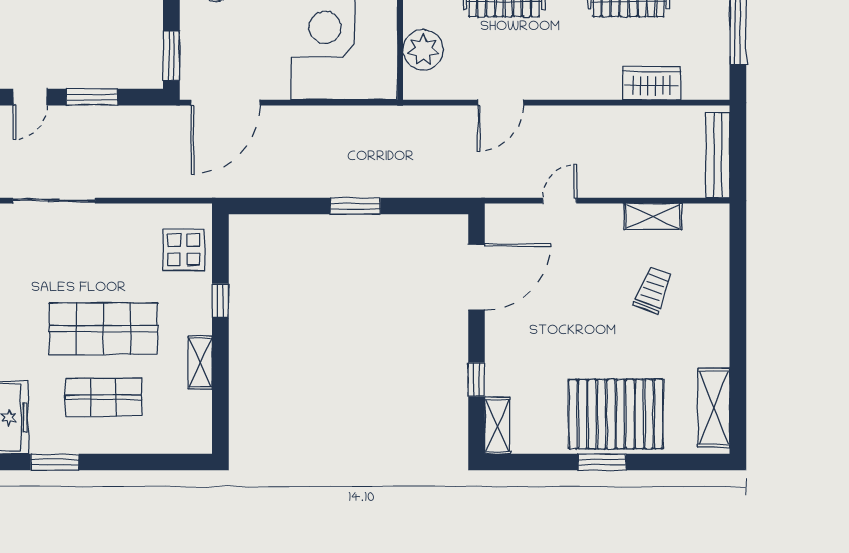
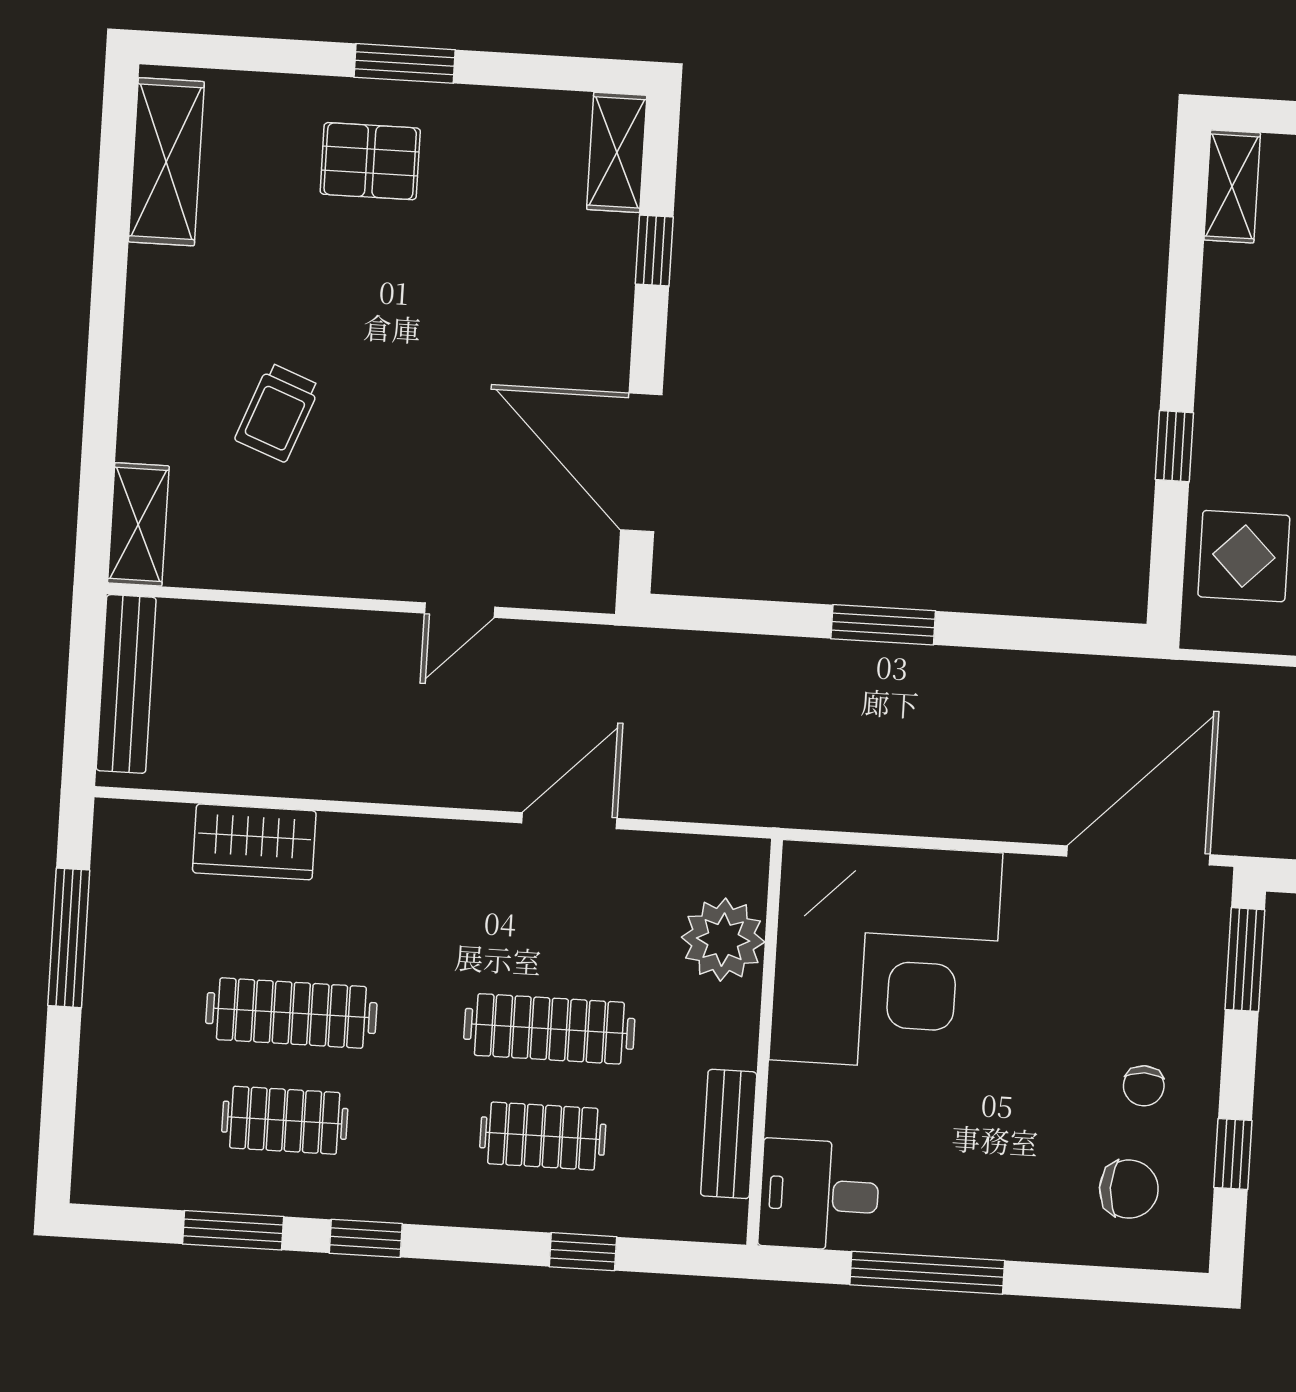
shelving: (653, 216) -> (138, 524), moved, turned 90
door: (476, 277) -> (641, 462), hinge flipped
shelving: (200, 362) -> (1232, 186), moved
pallet: (616, 414) -> (370, 161), width x0.49, depth x0.50

